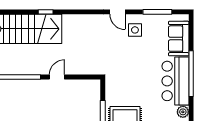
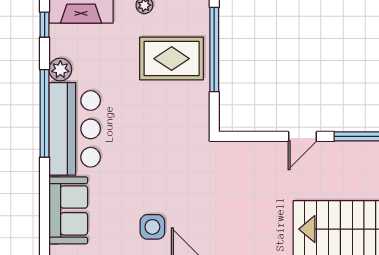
window: (191, 74) -> (45, 113), moved

